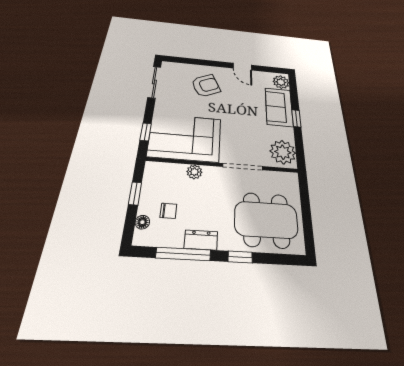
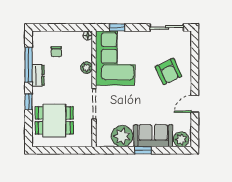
plant: (283, 152) -> (122, 136), moved
window: (135, 193) -> (67, 27), removed
dining table: (266, 220) -> (54, 120), width x0.73
floor lamp: (142, 222) -> (88, 35), moved

